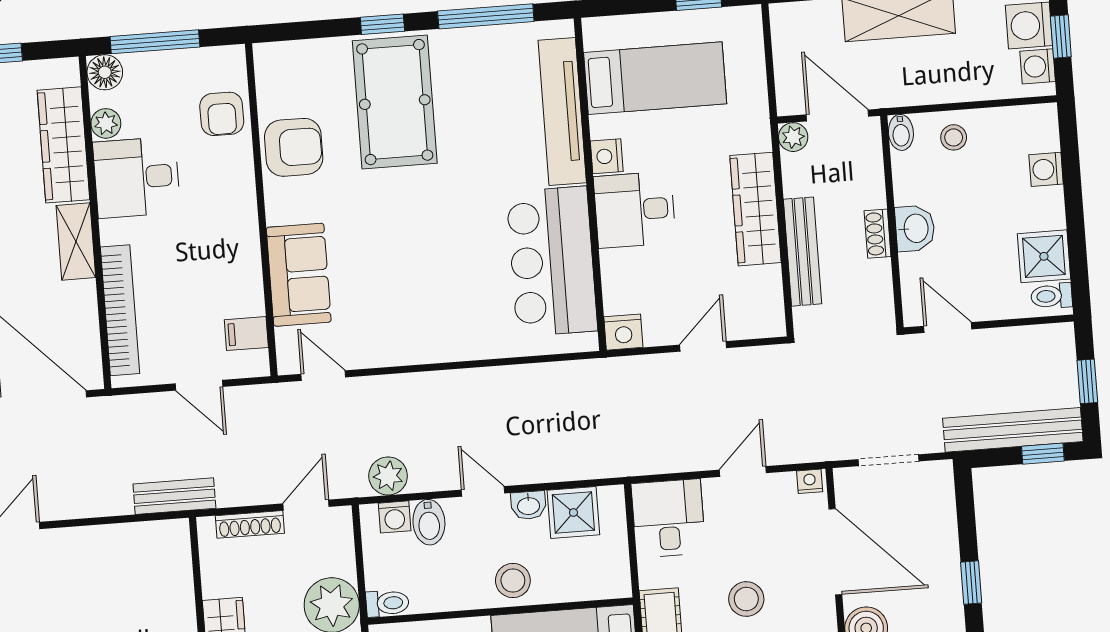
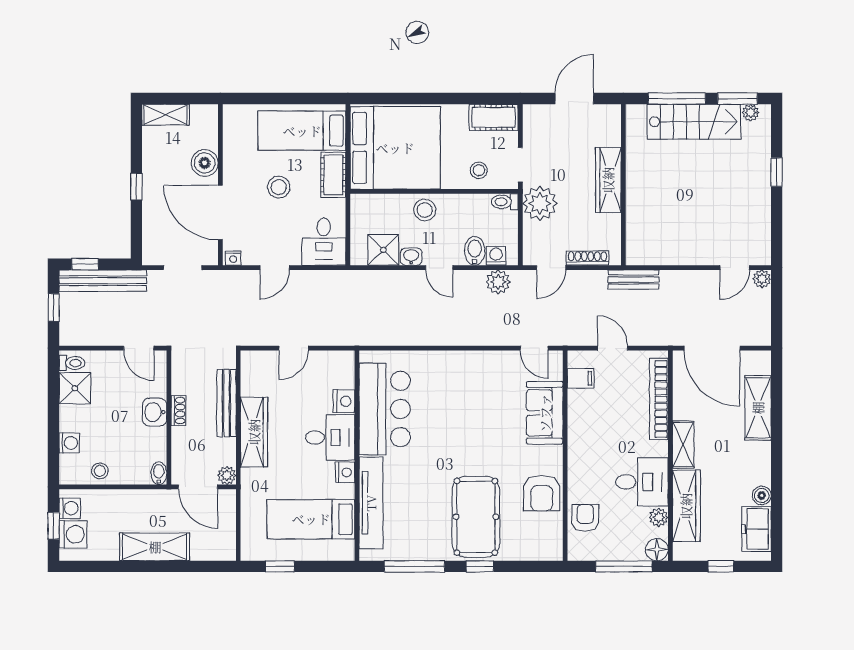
stool: (954, 137) -> (100, 471), moved
armchair: (294, 147) -> (542, 493), turned -90
nightstand: (623, 332) -> (344, 401), moved, turned 90

